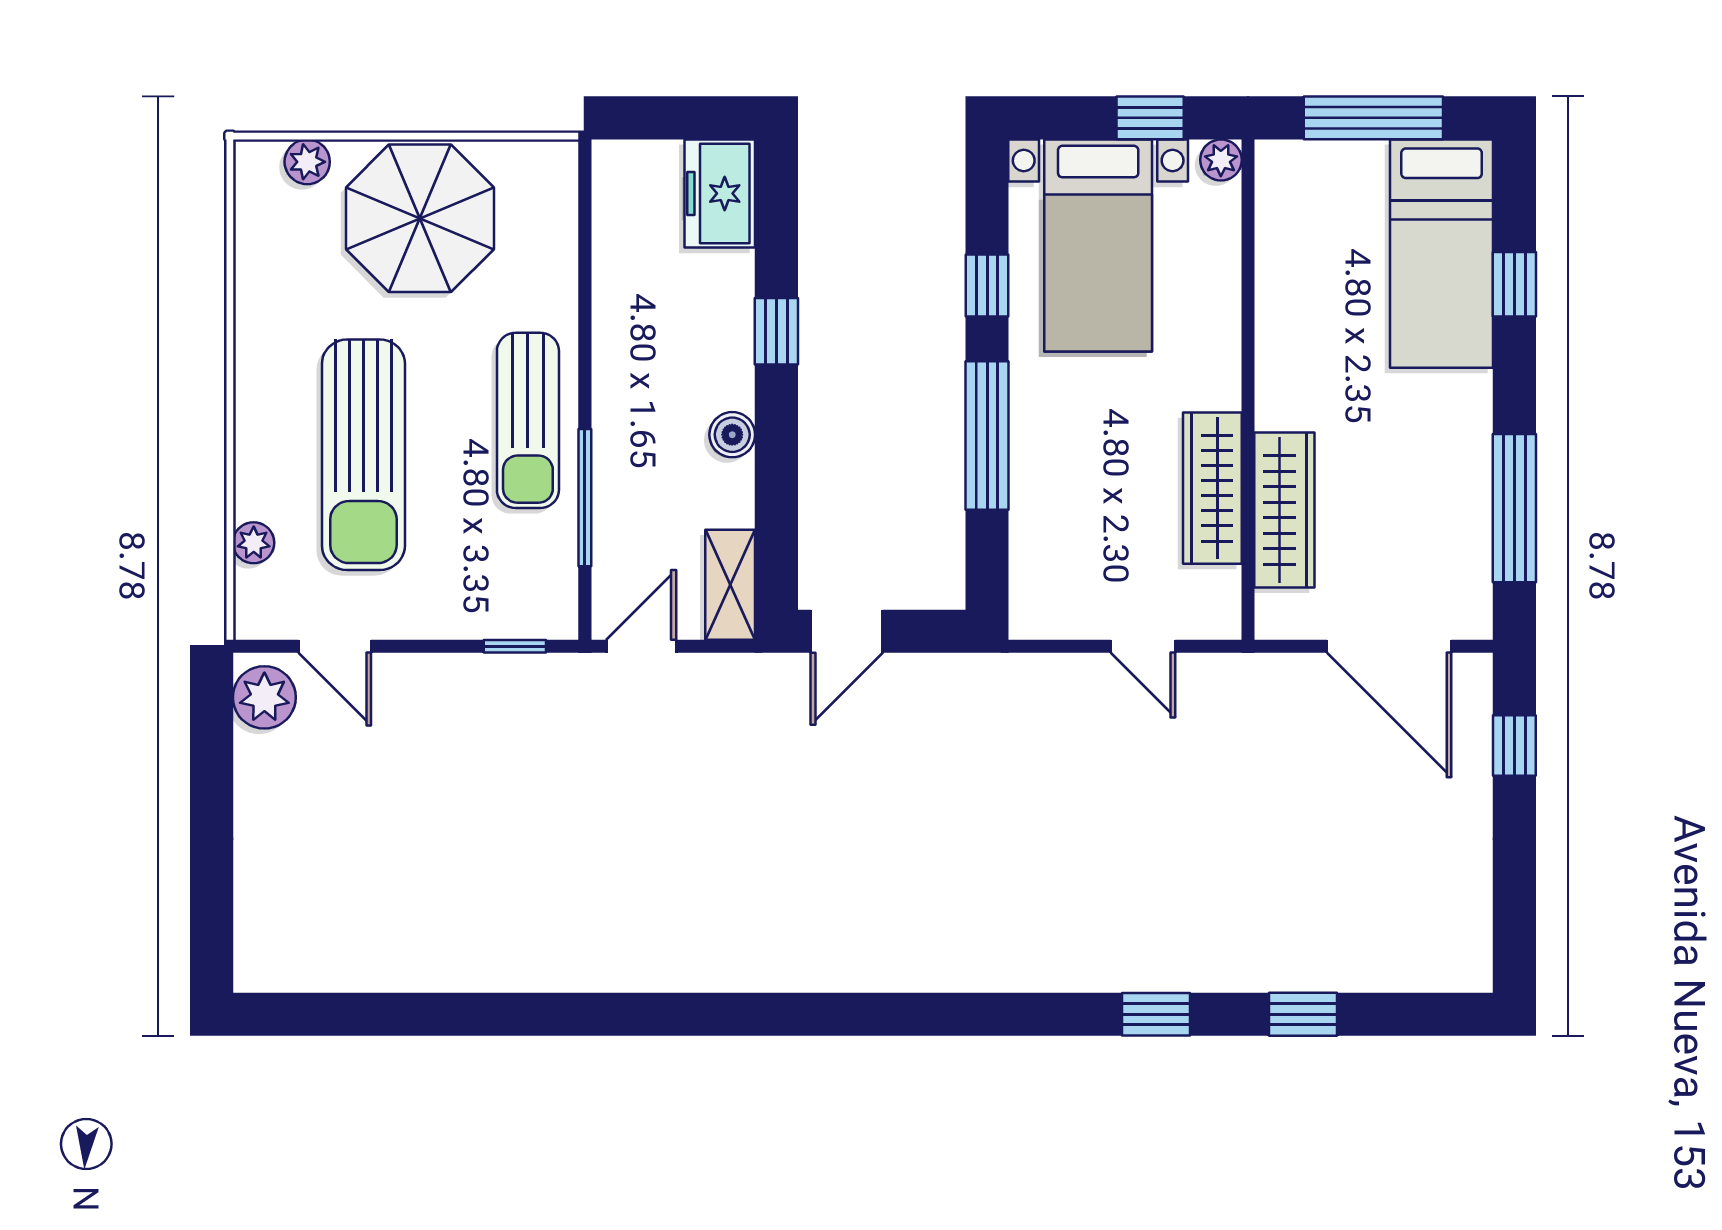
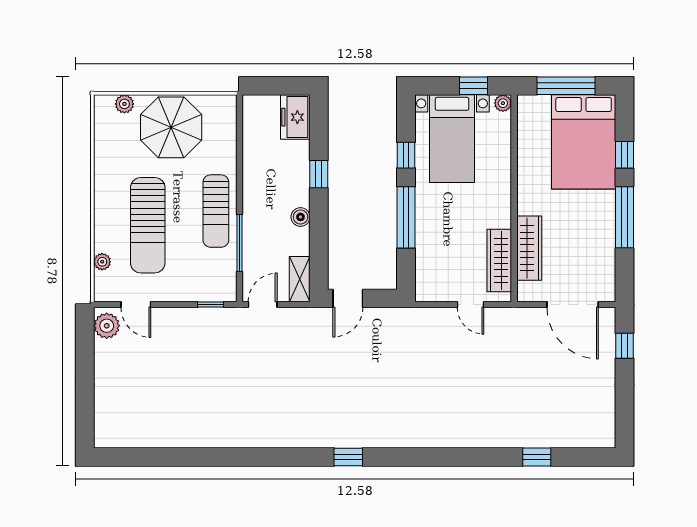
bed: (1442, 254) -> (584, 142), width x1.50
wardrobe: (1212, 488) -> (499, 260), moved
window: (1514, 508) -> (624, 217), moved
window: (1156, 1014) -> (348, 457), moved

